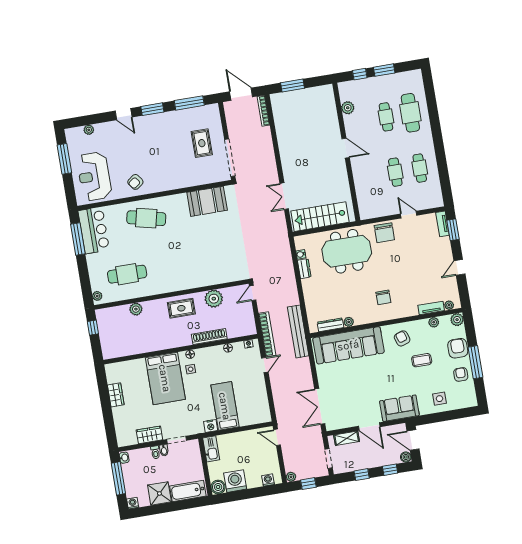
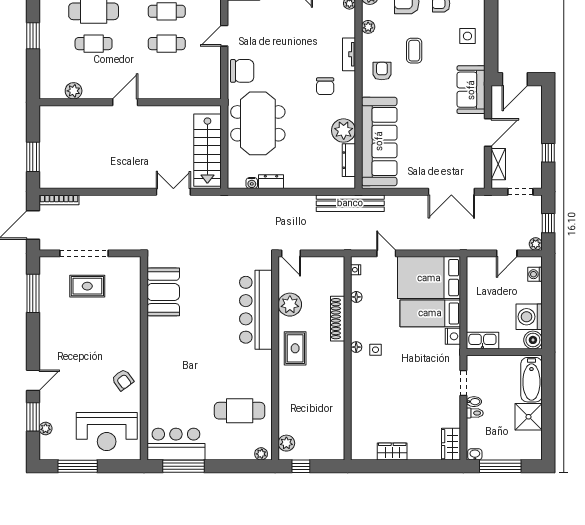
window: (360, 74) -> (33, 68), removed
window: (152, 109) -> (33, 417), moved
doorway: (230, 158) -> (84, 253), moved
double door: (284, 196) -> (173, 192), swing flipped
cafe table: (146, 218) -> (172, 374), removed
cafe table: (127, 274) -> (240, 411), turned 90
bar counter: (205, 274) -> (256, 310), added
chair: (383, 297) -> (325, 86), turned 90
tv unit: (431, 308) -> (349, 54), moved
plant: (136, 309) -> (286, 443), moved
plant: (349, 322) -> (344, 131), width x1.87, depth x1.87
bookcase: (267, 334) -> (347, 244), removed
armchair: (402, 338) -> (382, 71), turned 108
bed: (165, 378) -> (429, 278), moved, turned 180
wardrobe: (149, 435) -> (451, 444), moved
door: (277, 437) -> (507, 253), moved
boiler: (406, 457) -> (535, 92), removed
window: (390, 470) -> (548, 115), removed
washing machine: (133, 503) -> (535, 453), removed

